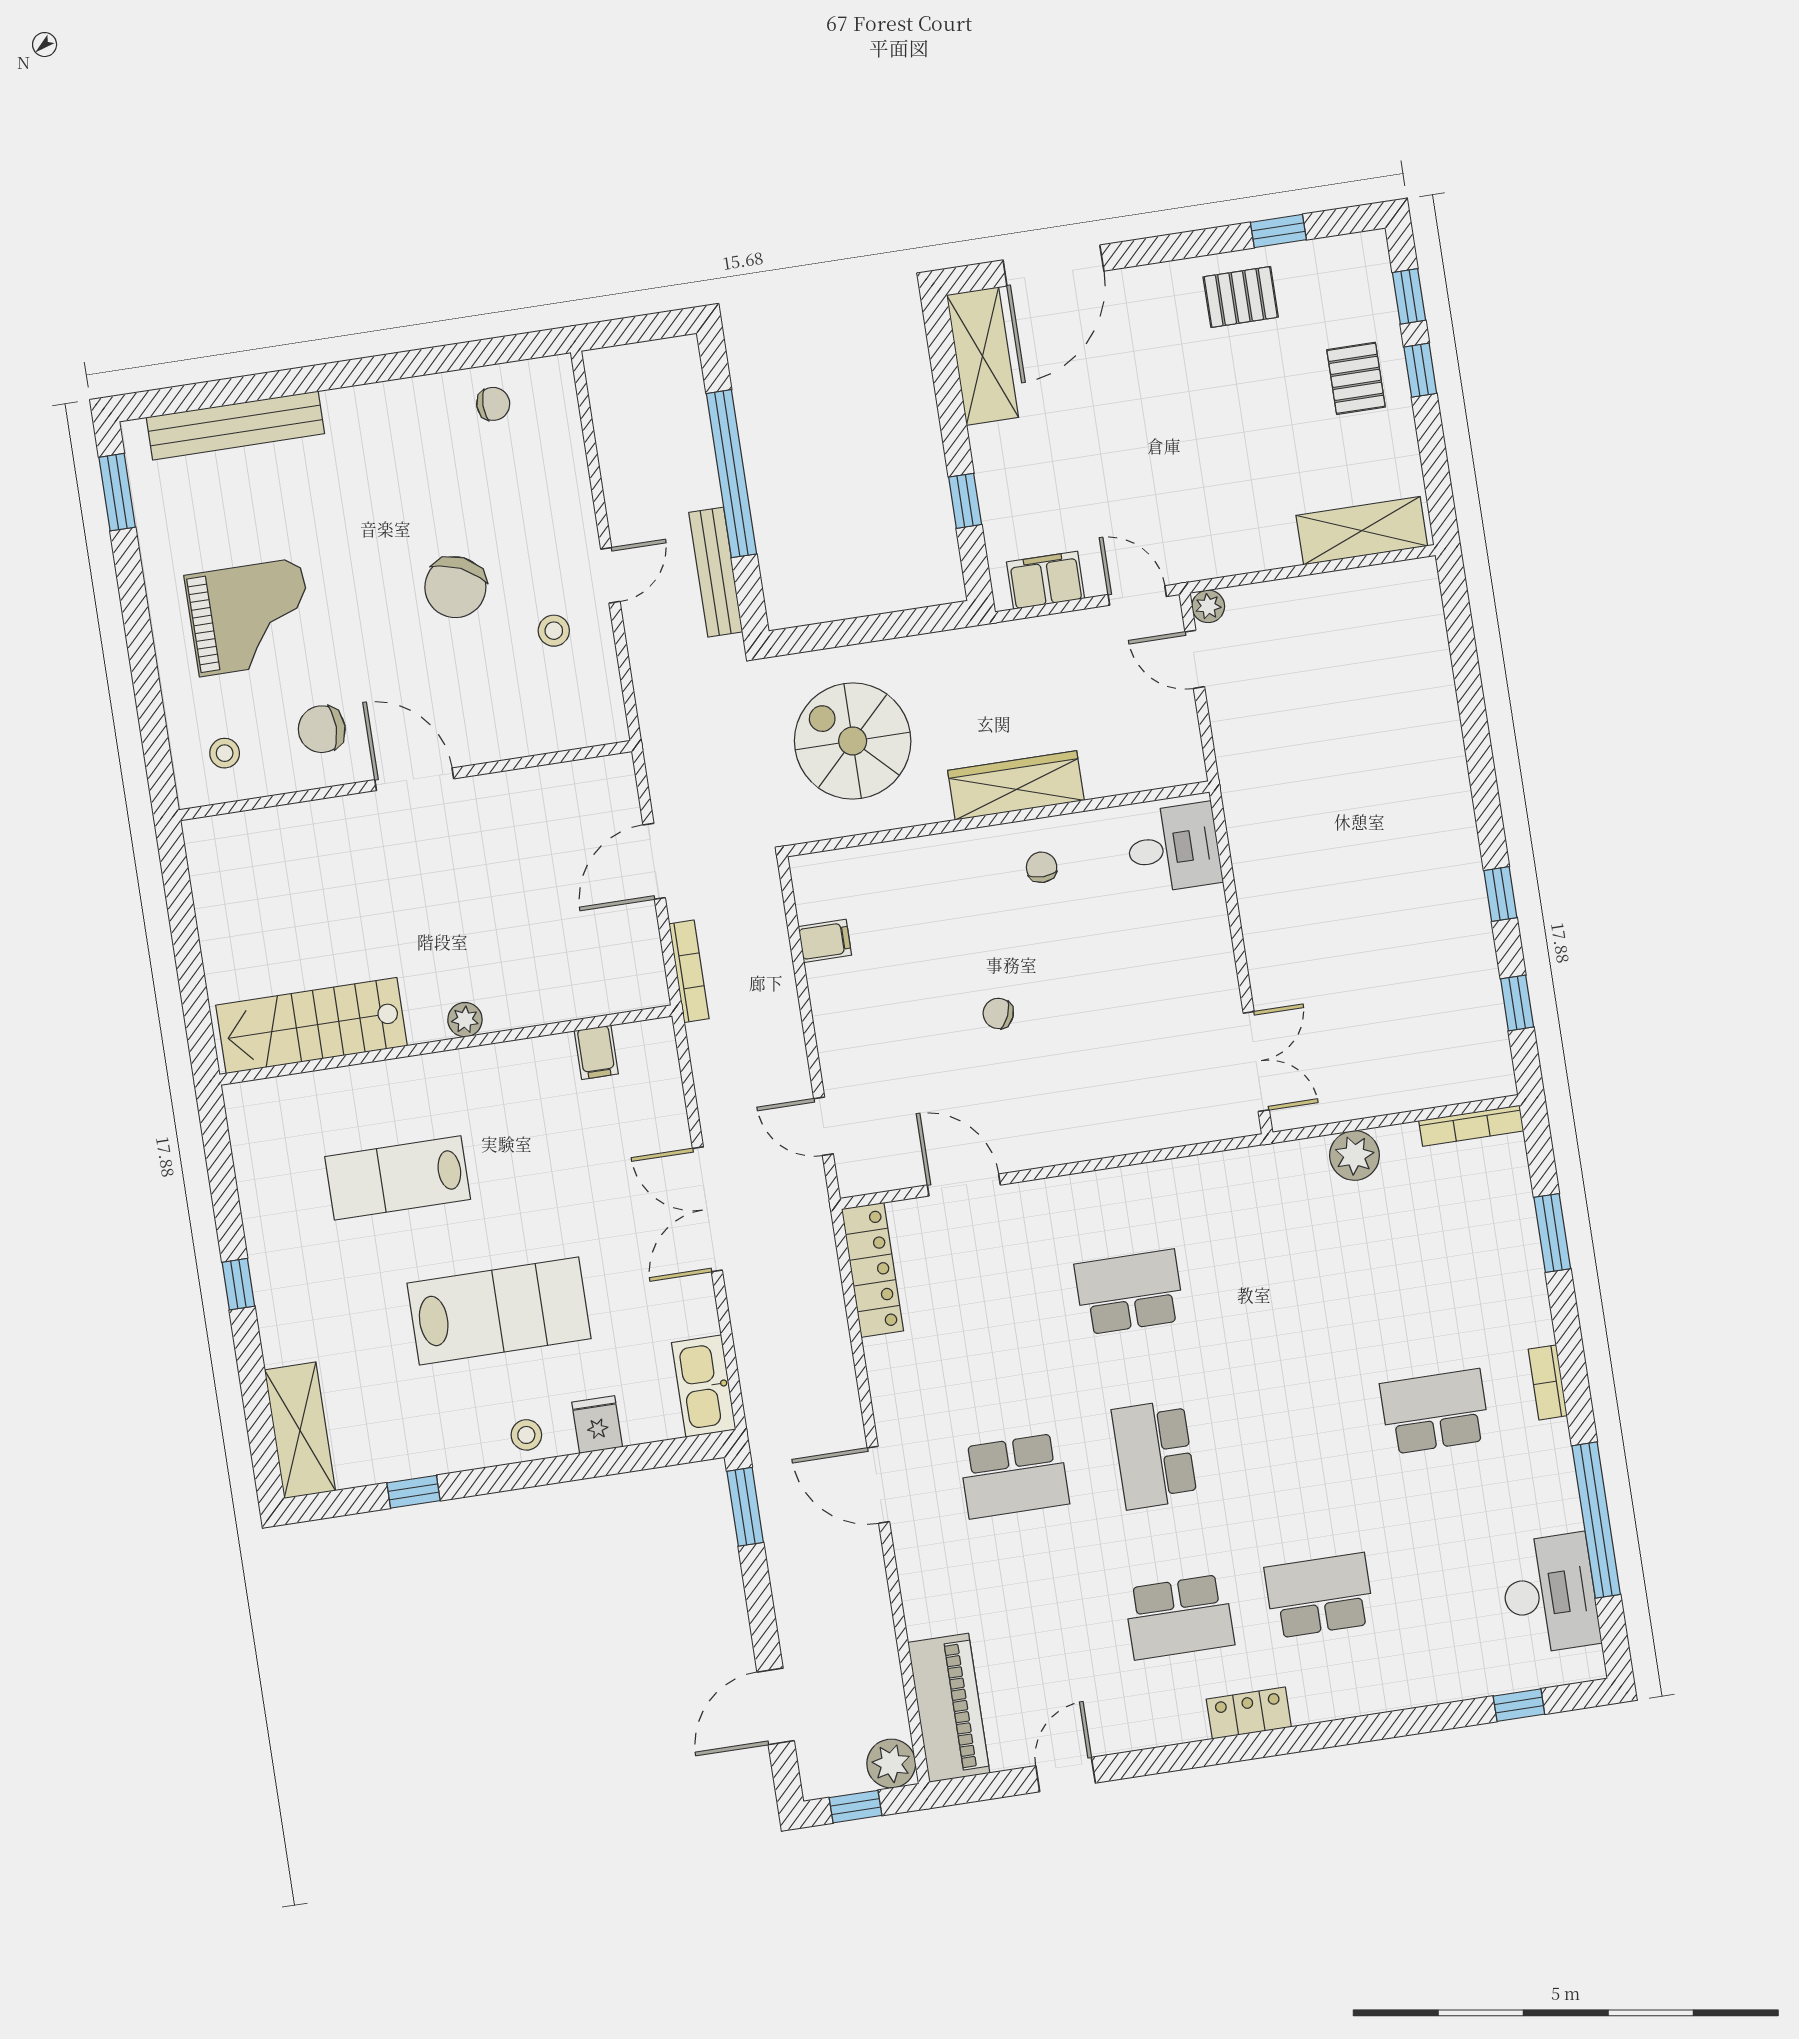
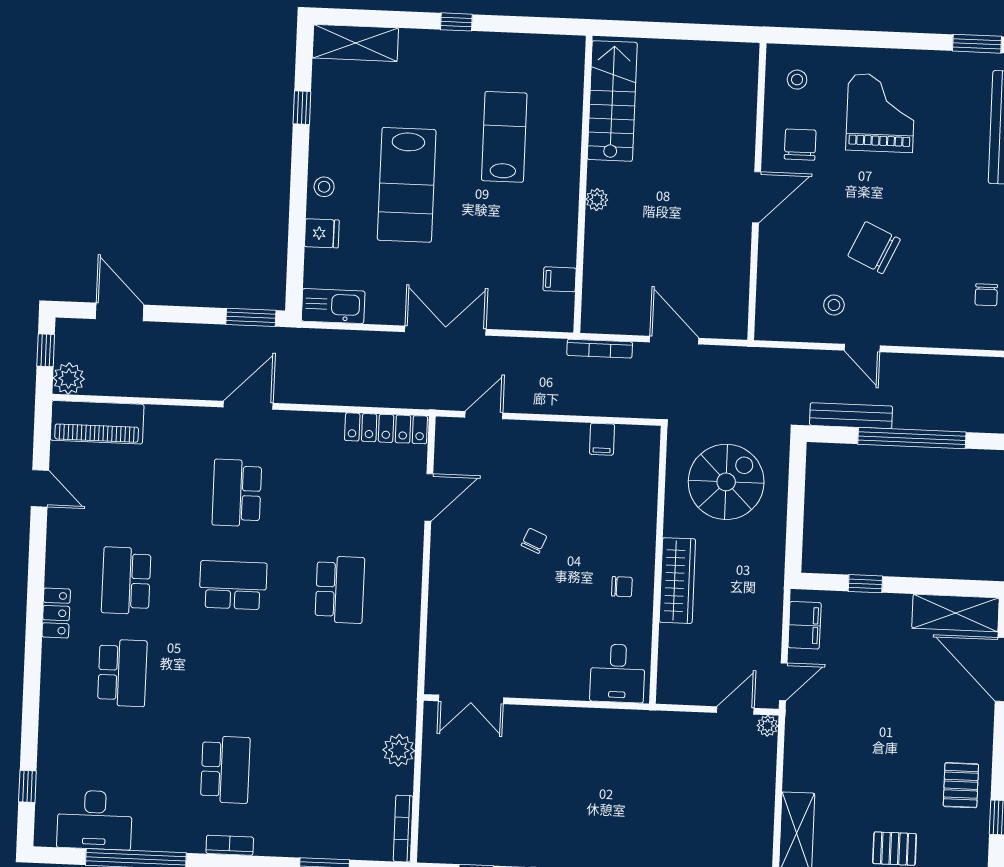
grand piano: (250, 617) -> (881, 113), turned 180

